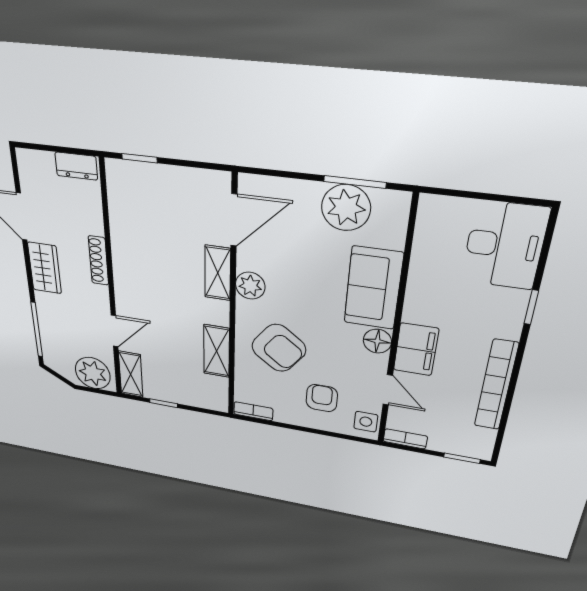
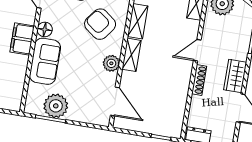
door: (234, 220) -> (115, 101), swing flipped
shelving: (218, 273) -> (132, 55), moved
door: (114, 331) -> (197, 50), moved
filing cabinet: (416, 349) -> (22, 39), moved

